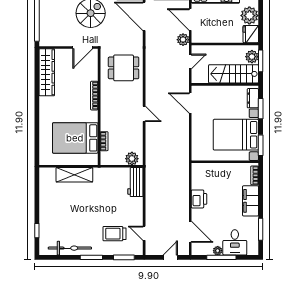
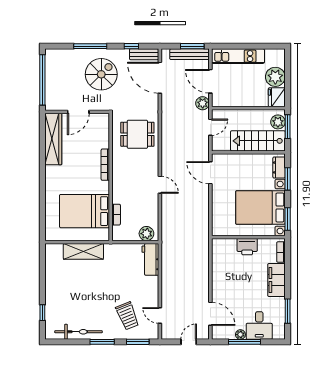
door: (83, 47) -> (78, 112), moved
printer: (199, 199) -> (247, 247), moved, turned 90
trolley: (114, 234) -> (127, 316), turned -112

